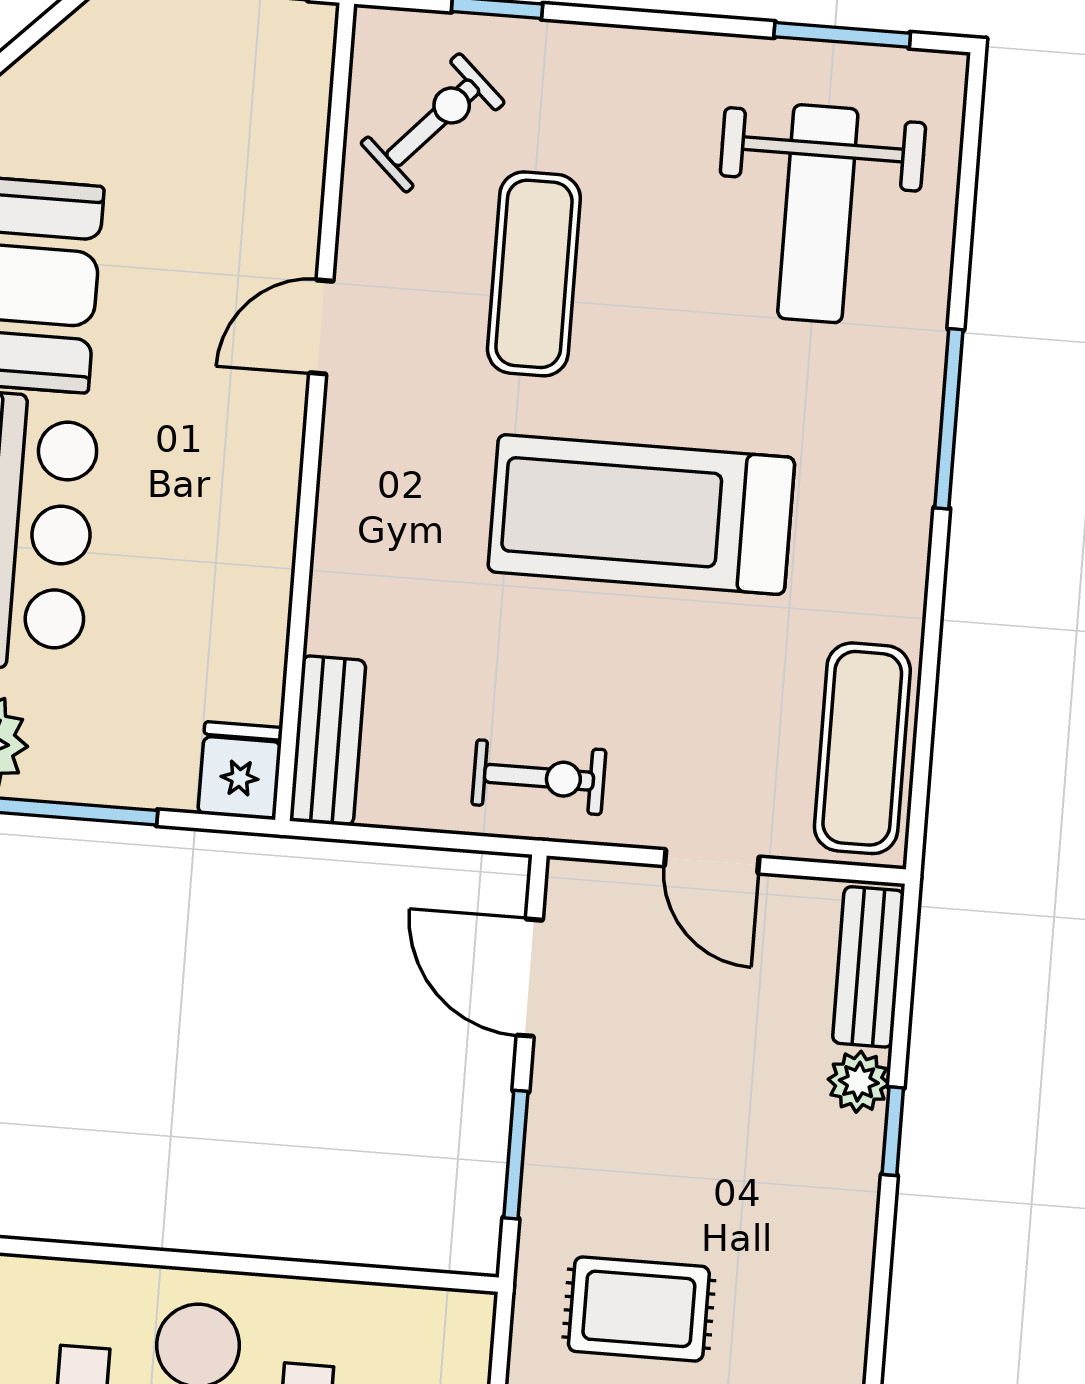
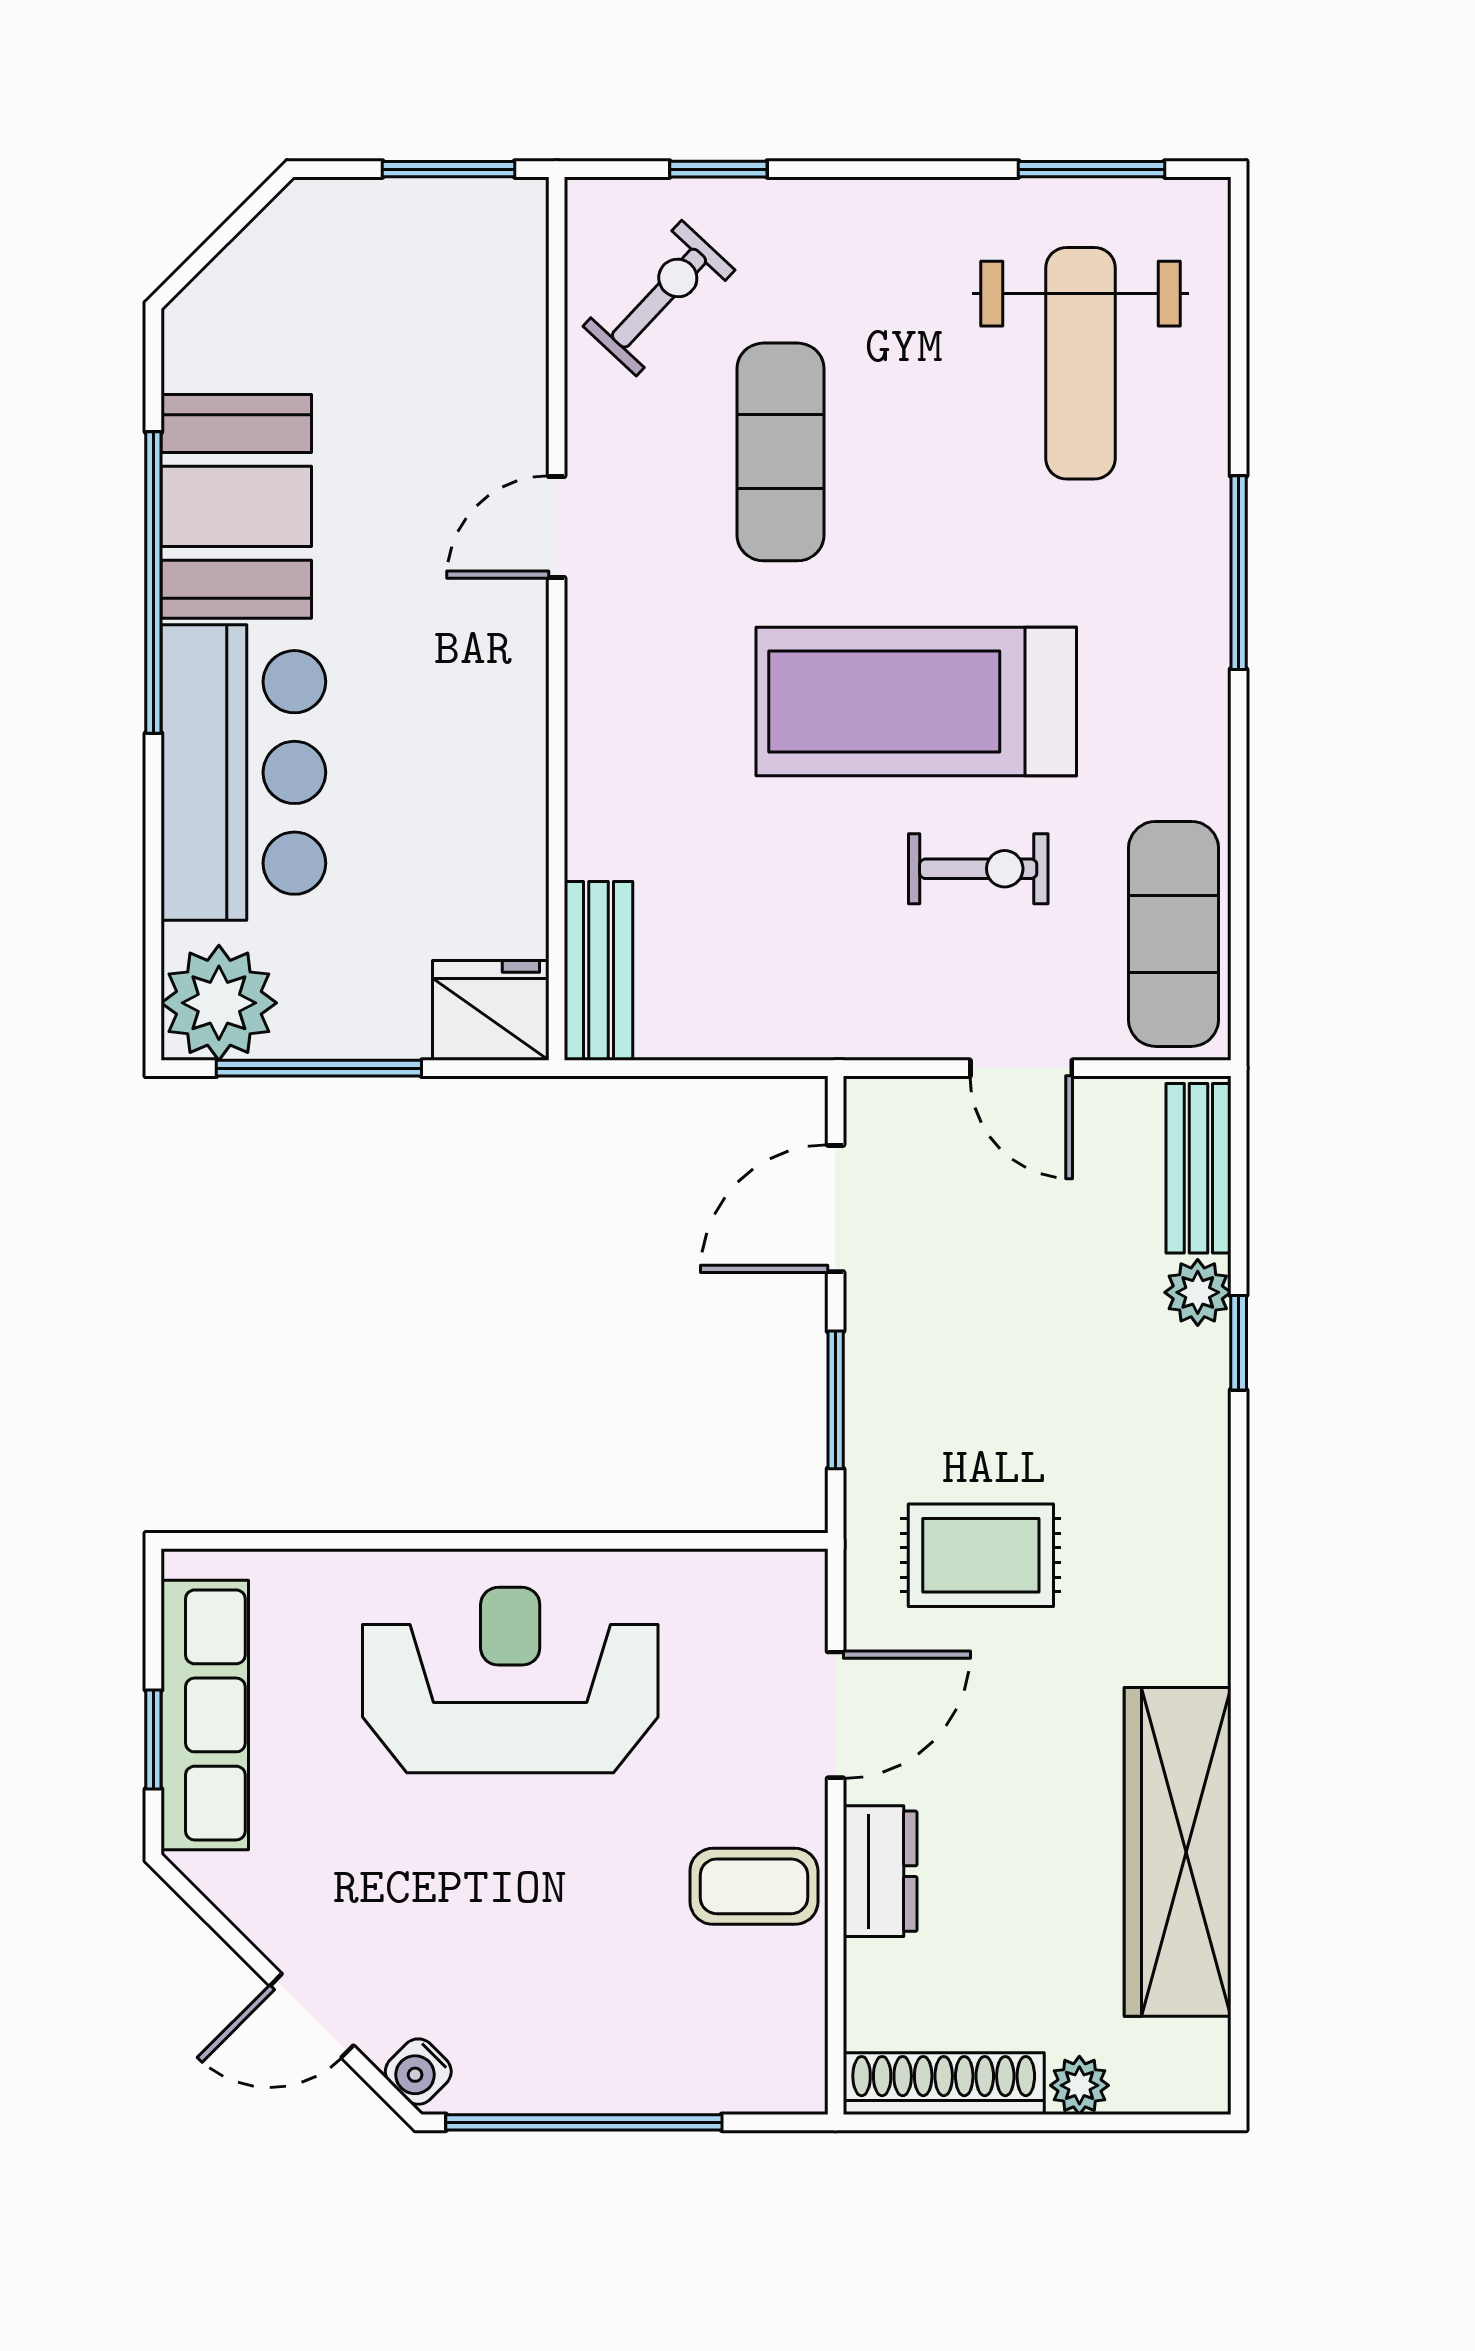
fridge: (240, 771) -> (491, 1010), width x1.38
exercise bike: (539, 777) -> (978, 869), moved
door: (530, 978) -> (836, 1209), hinge flipped

